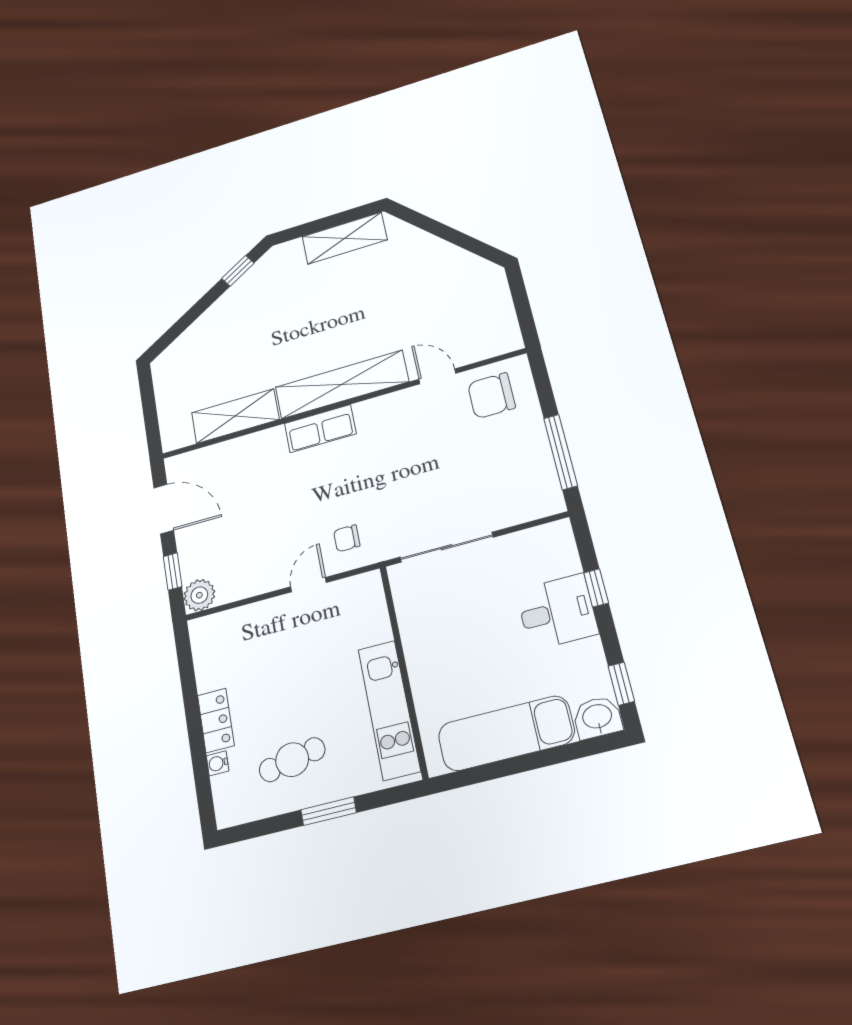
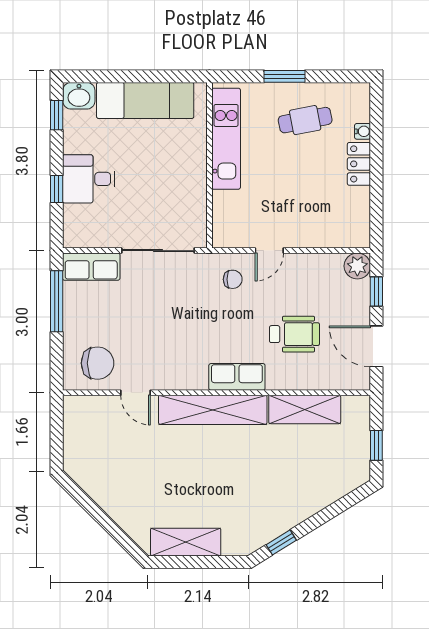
window: (148, 402) -> (376, 445), added
wheelchair: (261, 496) -> (295, 334), added
row of seats: (527, 505) -> (91, 267), added

